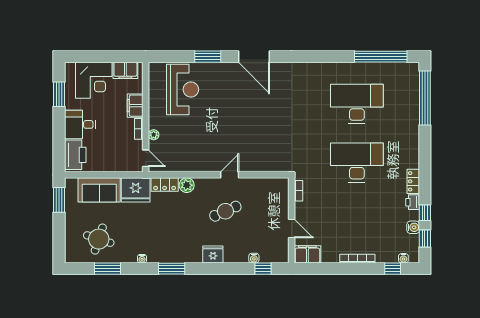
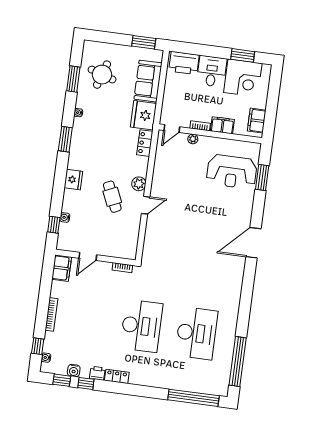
window: (208, 57) -> (262, 177), moved
corner desk: (94, 80) -> (243, 78), moved, turned -90
door: (230, 175) -> (146, 205), hinge flipped
plant: (187, 185) -> (139, 184), moved

